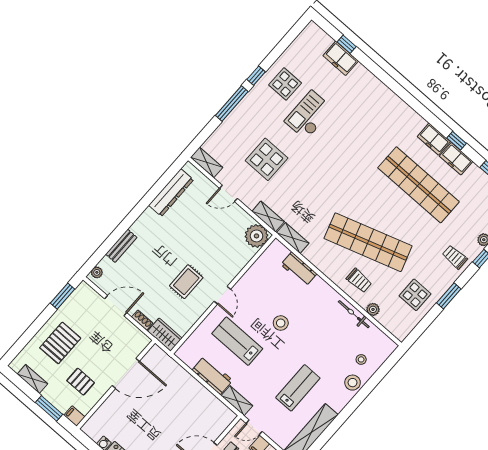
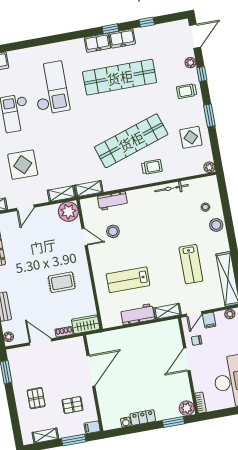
checkout: (358, 129) -> (50, 88), added
rug: (186, 282) -> (62, 282), turned 90
door: (222, 295) -> (85, 237), moved
door: (116, 306) -> (41, 342), hinge flipped
plant: (373, 309) -> (209, 167), moved
stool: (281, 323) -> (113, 231), moved
pallet: (60, 343) -> (36, 398), width x0.67, depth x0.71
lab bench: (298, 388) -> (191, 264), turned 180

